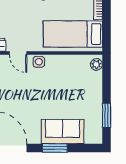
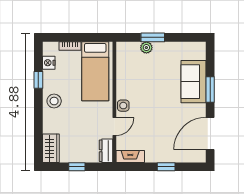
plant: (96, 64) -> (146, 48), moved
window: (107, 115) -> (153, 37), moved

